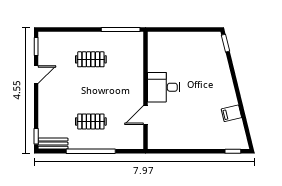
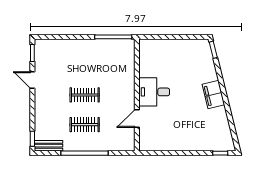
clothes rail: (91, 59) -> (85, 95), moved
door: (36, 75) -> (32, 80), swing flipped
filing cabinet: (231, 113) -> (213, 95), moved, width x2.00

